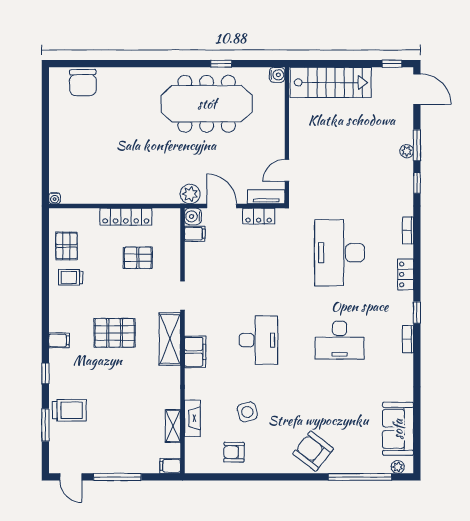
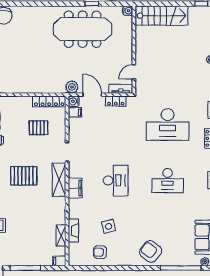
locker: (126, 217) -> (49, 101), moved
desk: (340, 253) -> (168, 125), turned -90

